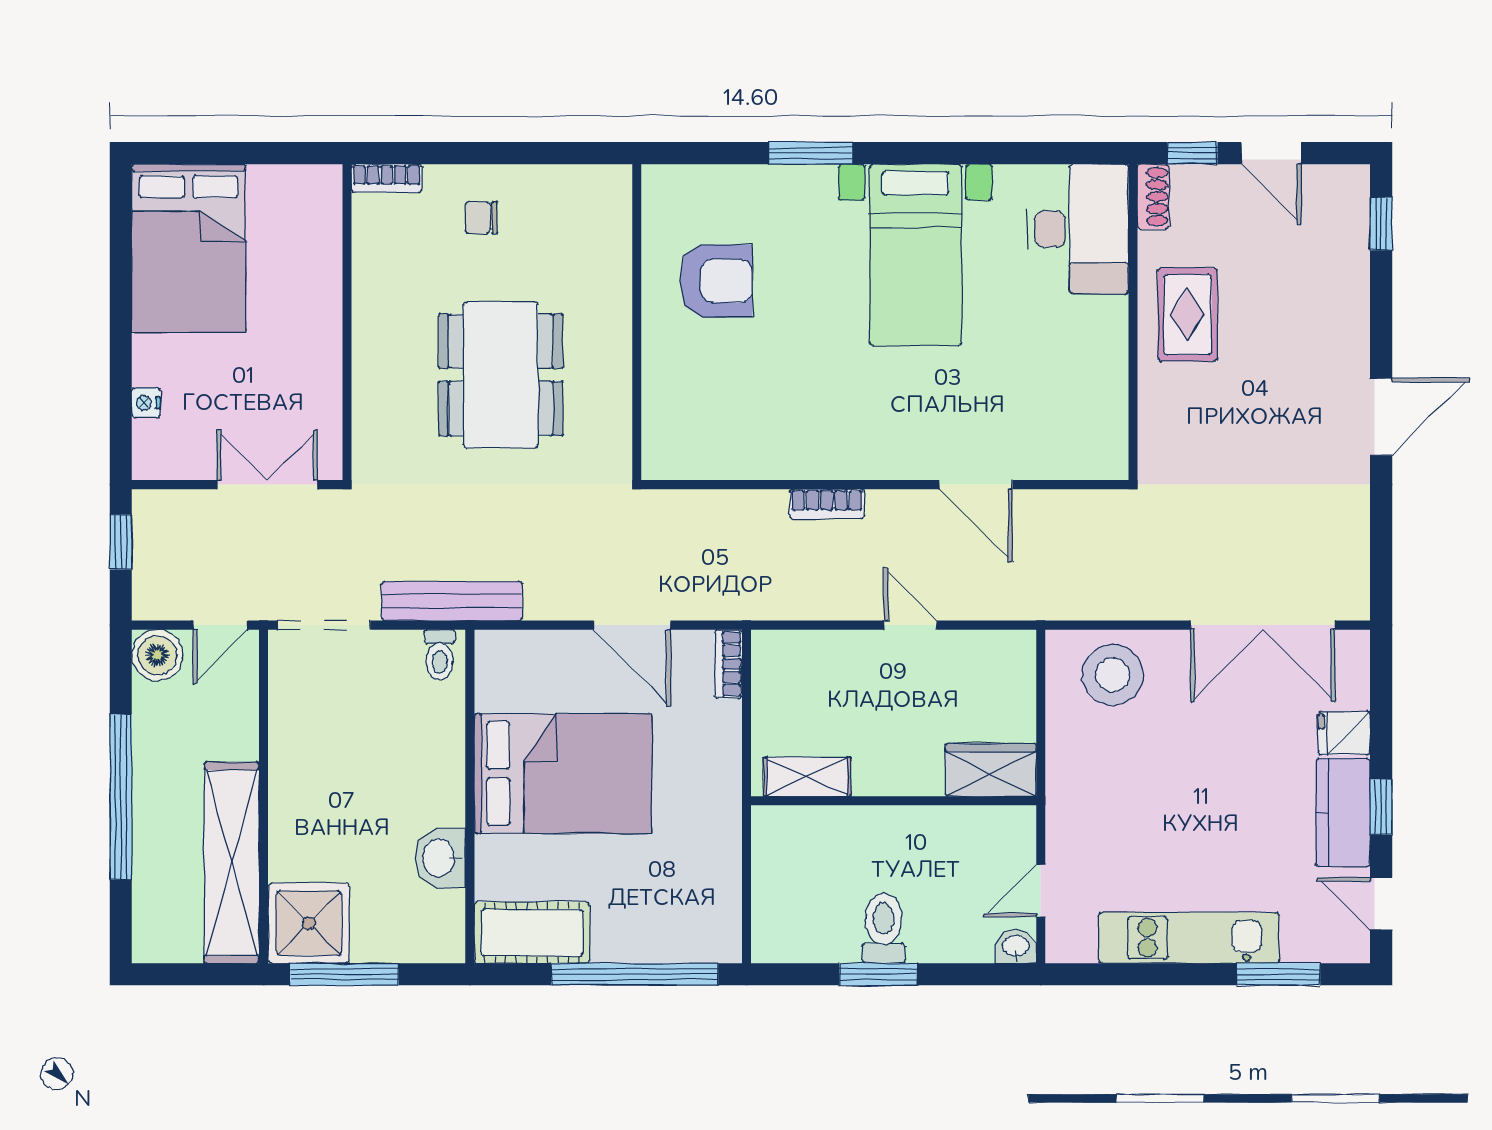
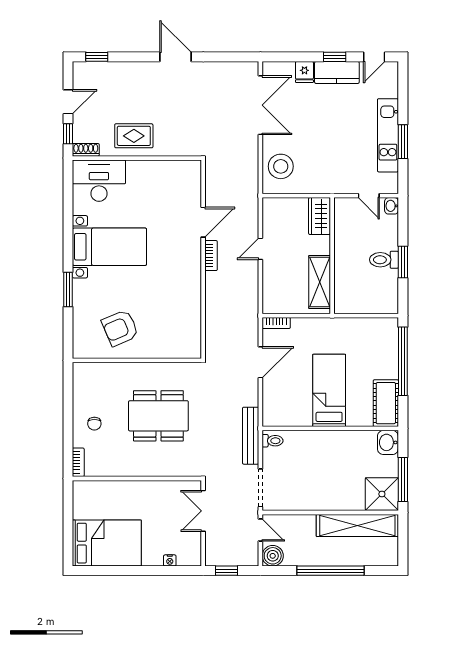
armchair: (716, 281) -> (120, 328), turned -113
bookcase: (827, 504) -> (211, 256), moved
bed: (563, 774) -> (329, 390), width x0.67
shelving: (807, 777) -> (320, 282), width x1.50, depth x1.33
washbasin: (440, 858) -> (388, 442), moved, turned 90
window: (1279, 974) -> (403, 142), moved

